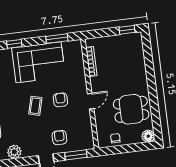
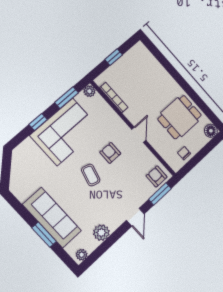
window: (127, 30) -> (114, 57), moved
window: (14, 44) -> (38, 122), moved
plant: (77, 45) -> (89, 91), added
armchair: (59, 138) -> (157, 176), moved

